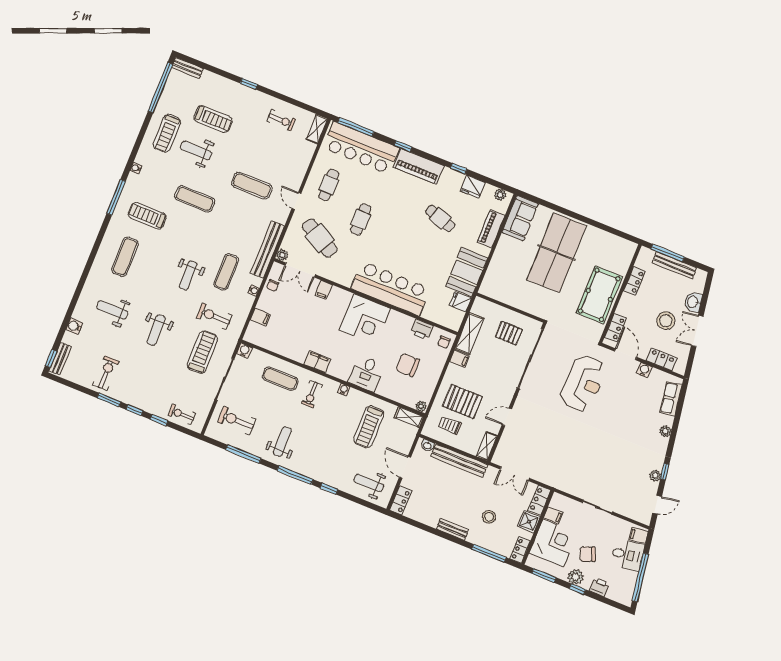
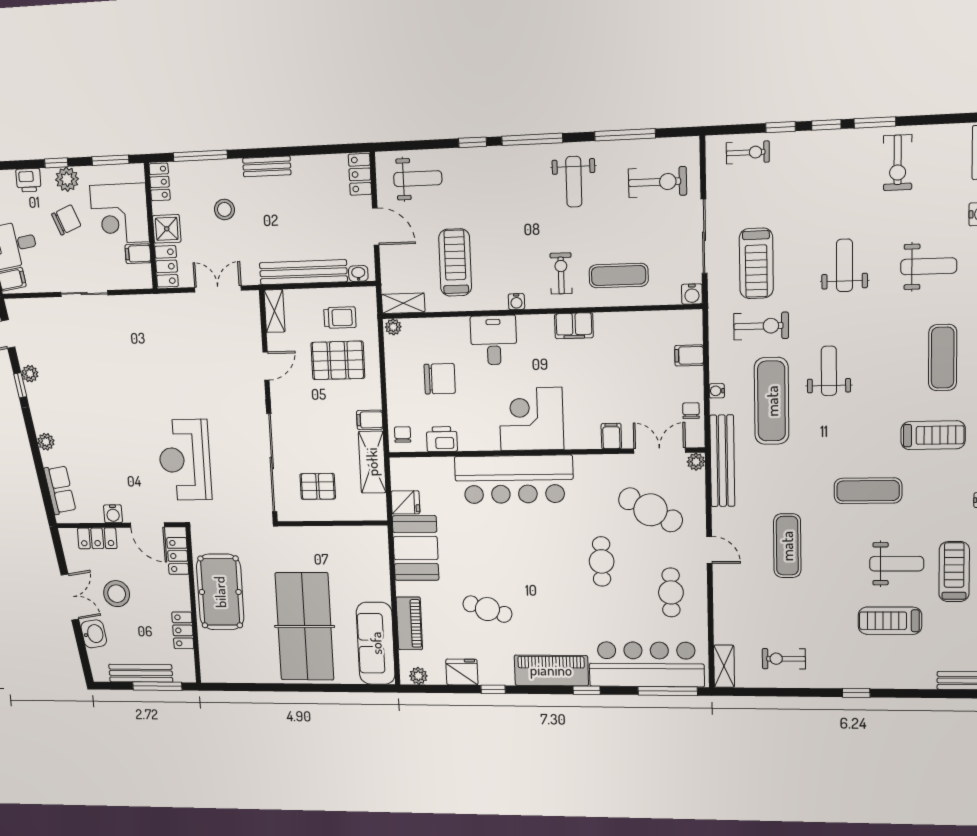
exercise mat: (252, 186) -> (787, 546), turned 90
sofa: (520, 218) -> (376, 643), width x1.36
exercise mat: (226, 272) -> (772, 401), width x1.36, depth x1.45

